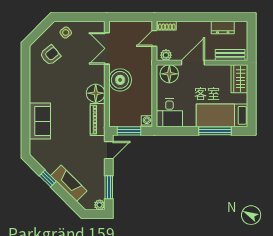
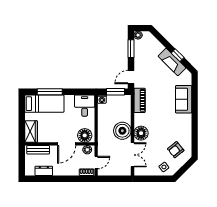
floor lamp: (96, 93) -> (141, 133), moved
fireplace: (69, 183) -> (172, 62), moved

